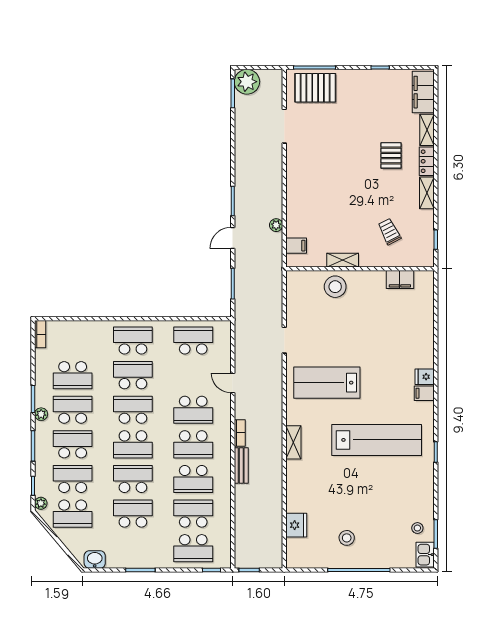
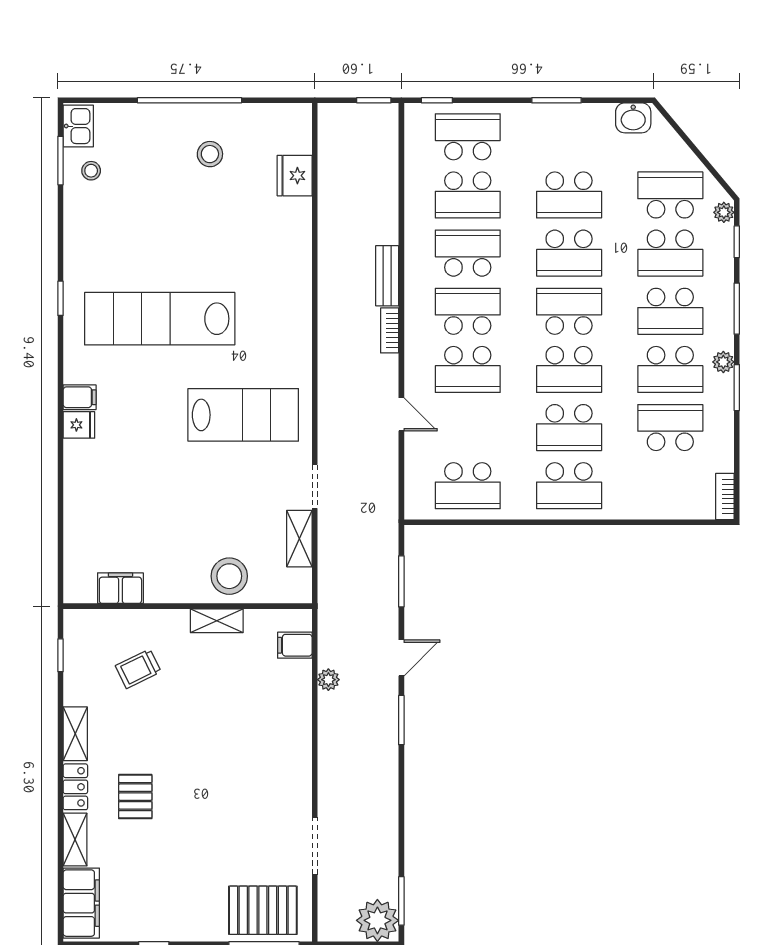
trolley: (389, 232) -> (138, 669), turned 91
school desk: (193, 410) -> (468, 369), turned 180
shelving: (293, 442) -> (299, 539), moved

